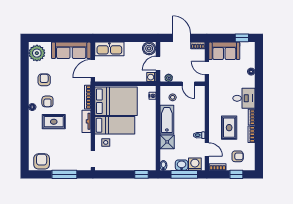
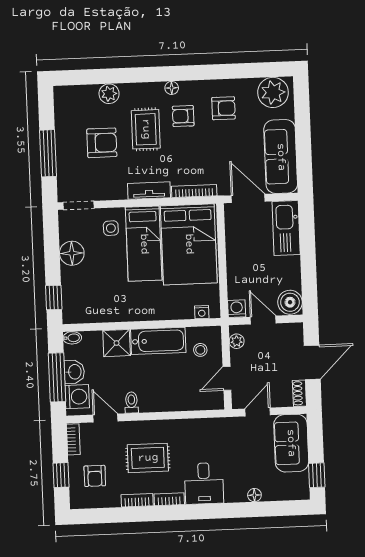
plant: (34, 141) -> (109, 94), added
door: (207, 149) -> (105, 418), swing flipped
armchair: (42, 161) -> (102, 143), moved
floor lamp: (118, 164) -> (72, 253), added

